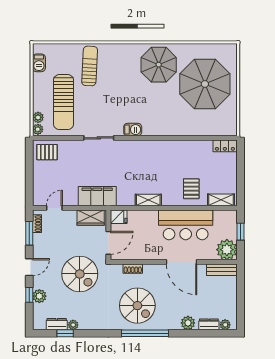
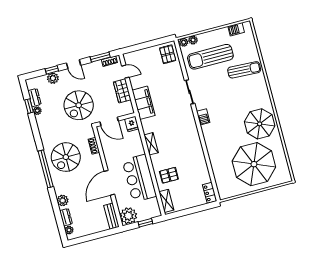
wardrobe: (91, 218) -> (122, 91), moved

